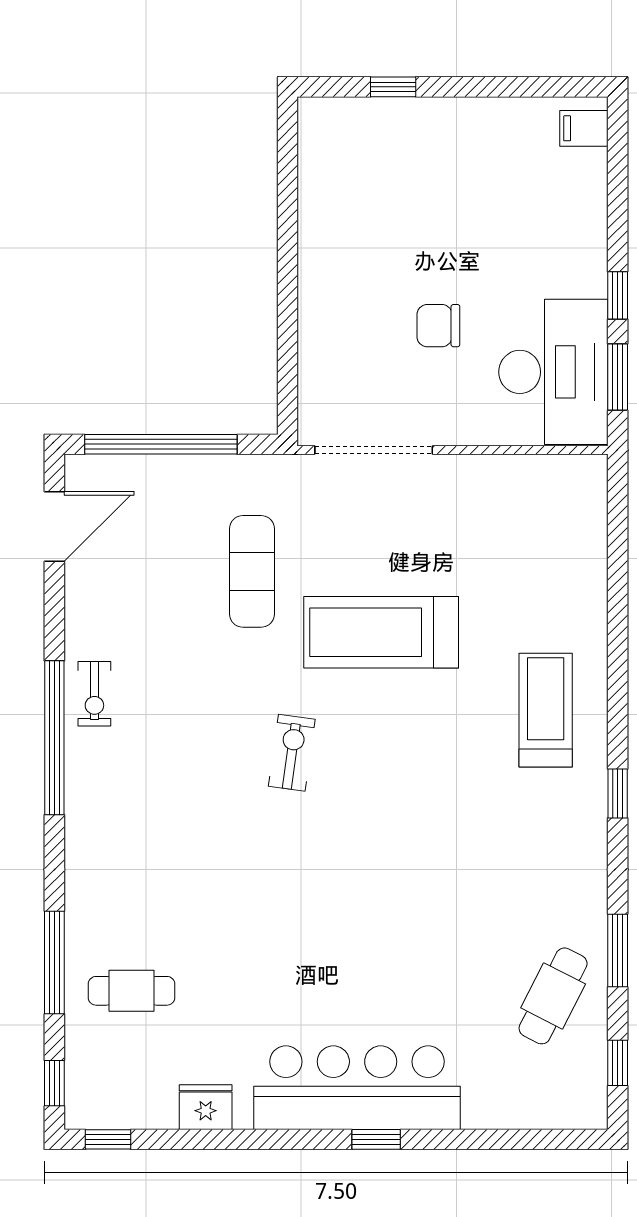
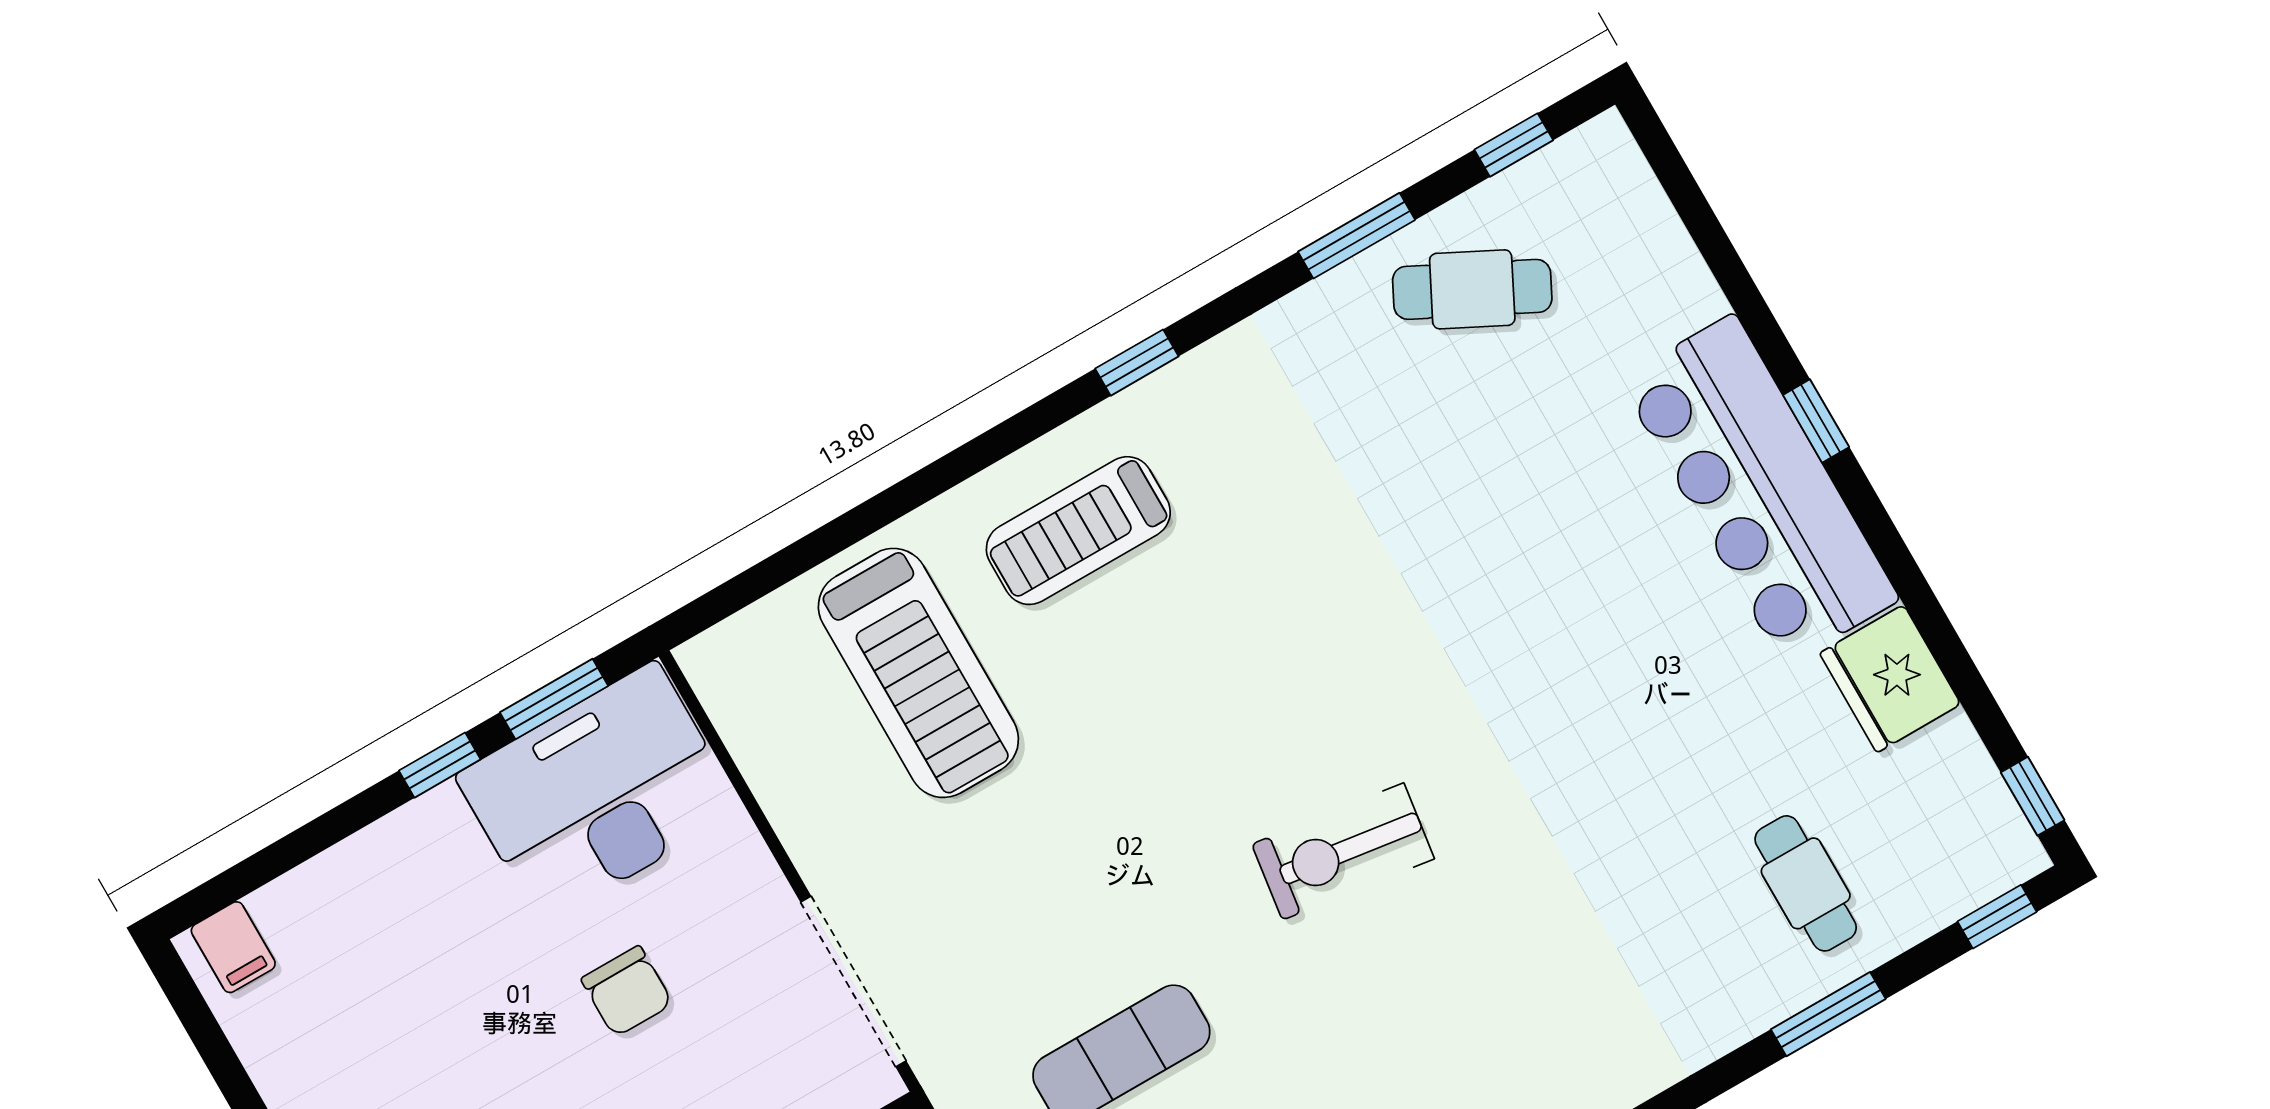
treadmill: (381, 632) -> (918, 673), moved
exercise bike: (292, 753) -> (1343, 851), width x1.38, depth x1.39
window: (54, 962) -> (1828, 1014), width x0.69
fridge: (206, 1107) -> (1890, 679), width x1.36, depth x1.34

